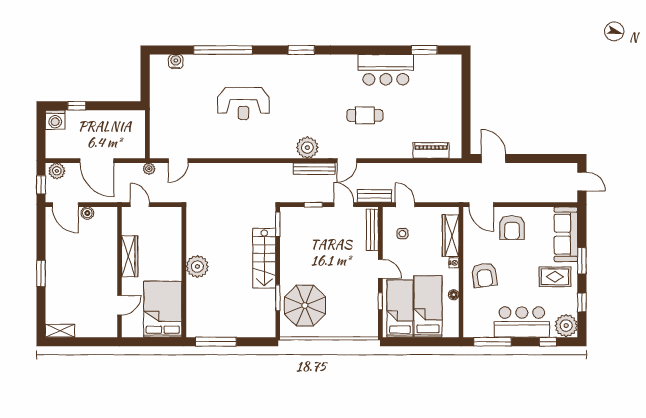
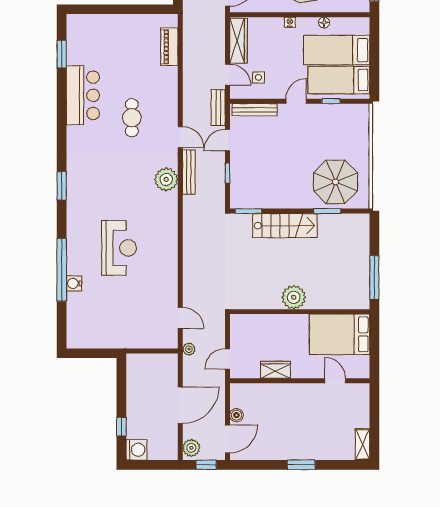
water cooler: (176, 62) -> (74, 283), moved
door: (405, 205) -> (227, 75), swing flipped
wardrobe: (451, 236) -> (238, 41), moved, turned -90
wardrobe: (130, 256) -> (275, 370), width x0.67

